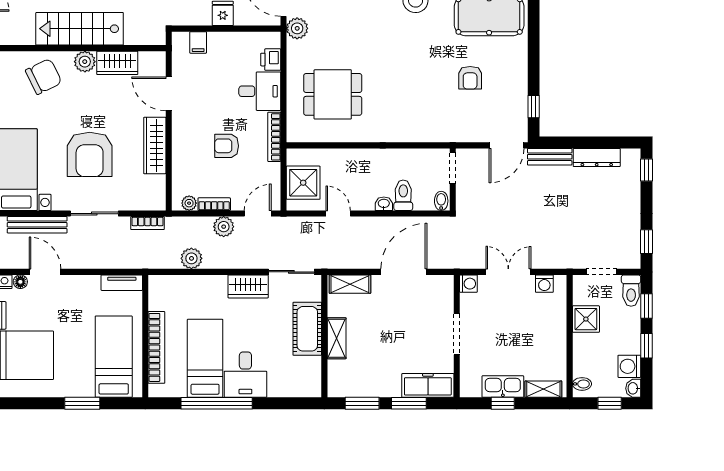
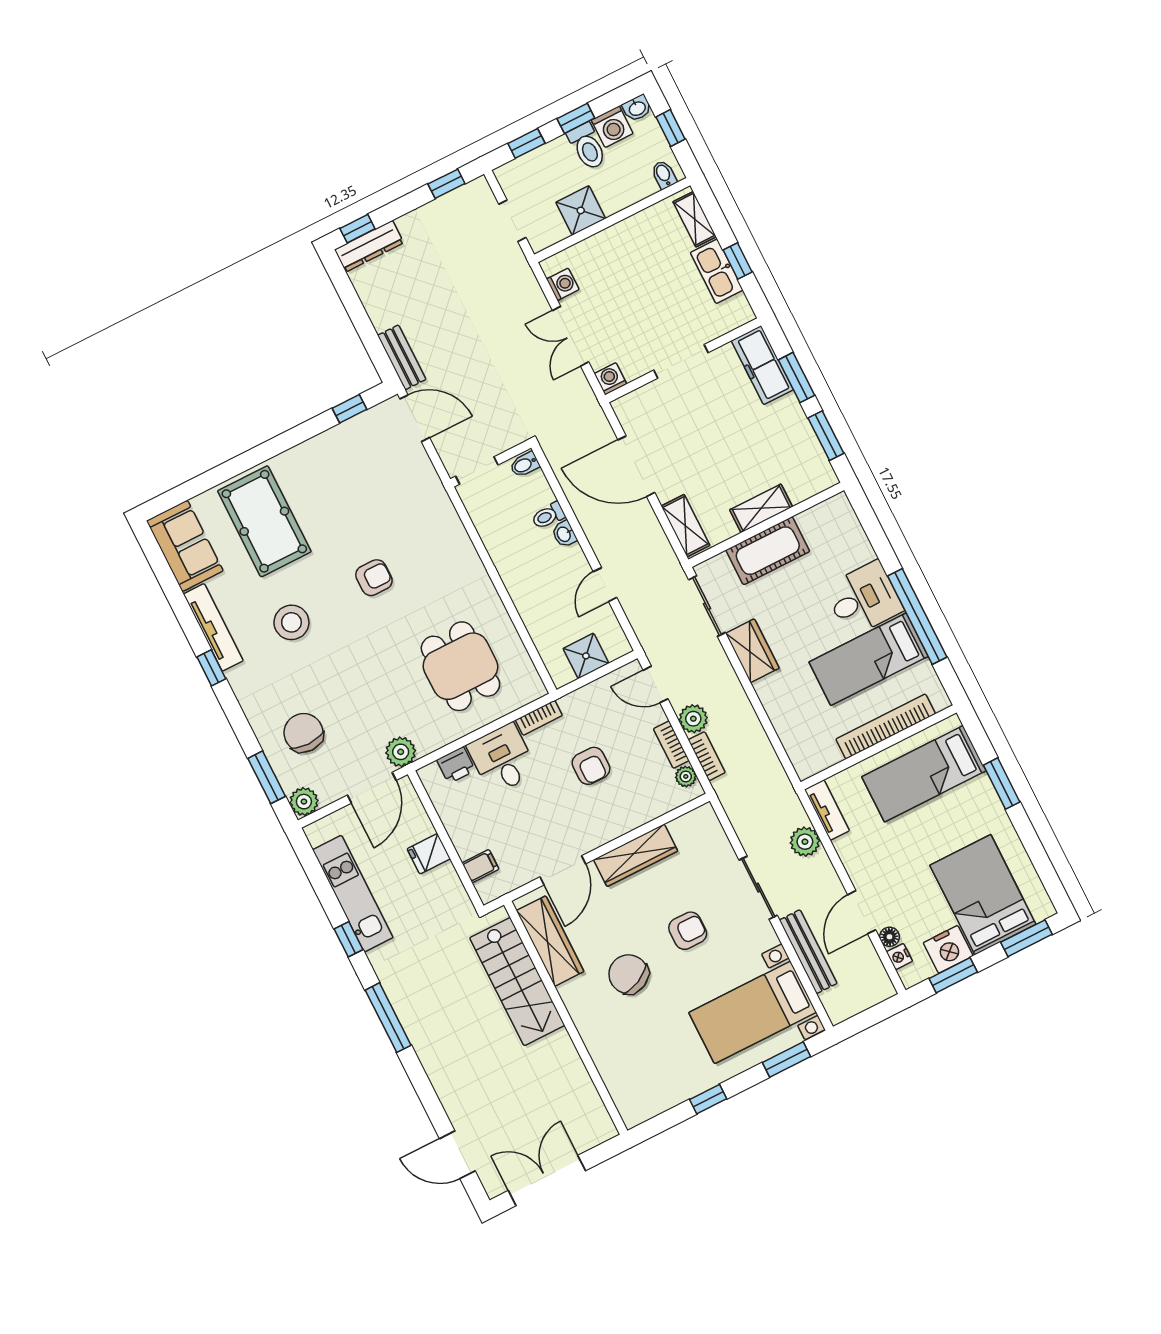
stairs: (80, 29) -> (517, 982), moved
plant: (85, 62) -> (575, 995), removed
wardrobe: (117, 63) -> (550, 941), width x1.50
chair: (44, 76) -> (629, 974), moved
armchair: (470, 78) -> (374, 578), moved
bookcase: (274, 137) -> (539, 718), width x0.64
armchair: (90, 154) -> (688, 931), width x0.53, depth x0.53
dresser: (597, 157) -> (369, 246), moved, turned 90
shower: (303, 183) -> (586, 656), width x0.73, depth x0.73
toilet: (403, 195) -> (548, 516), width x0.73, depth x0.72
bookcase: (148, 223) -> (707, 756), moved
plant: (191, 258) -> (805, 842), moved
toilet: (631, 291) -> (587, 146), moved, turned 90

